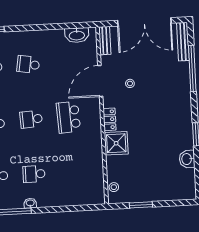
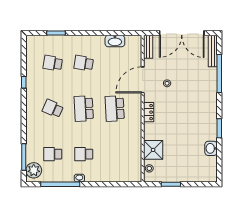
washbasin: (77, 35) -> (115, 41), moved
school desk: (31, 119) -> (84, 109), width x1.85
shower: (116, 143) -> (153, 150), moved

